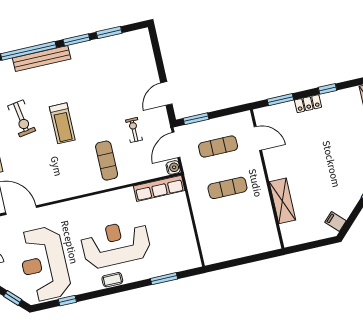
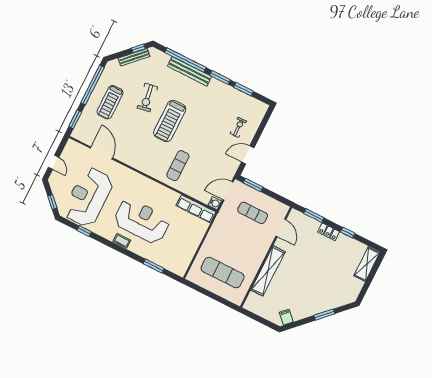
treadmill: (62, 123) -> (170, 121), width x1.37, depth x1.38
exercise bike: (134, 130) -> (238, 127), moved
exercise mat: (227, 188) -> (223, 273), moved, width x1.36, depth x1.45
shelving: (282, 201) -> (268, 271), width x1.47

